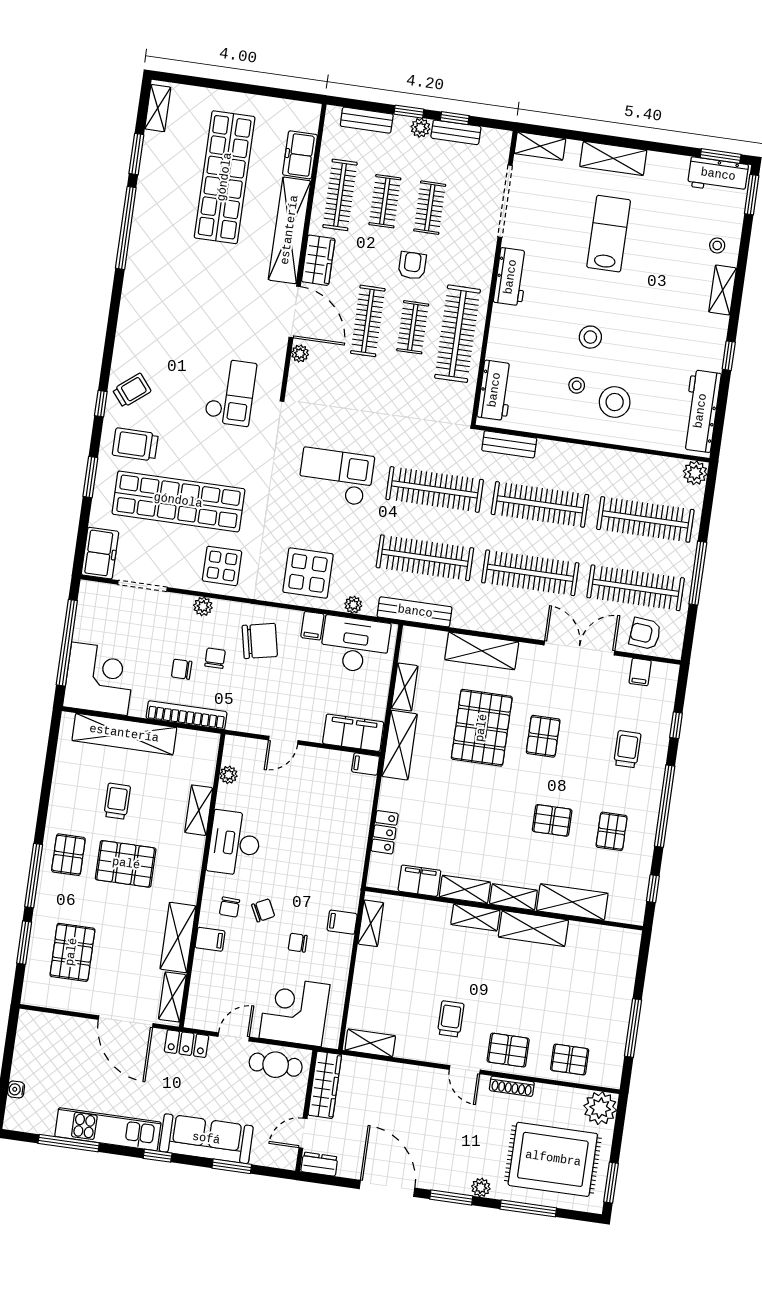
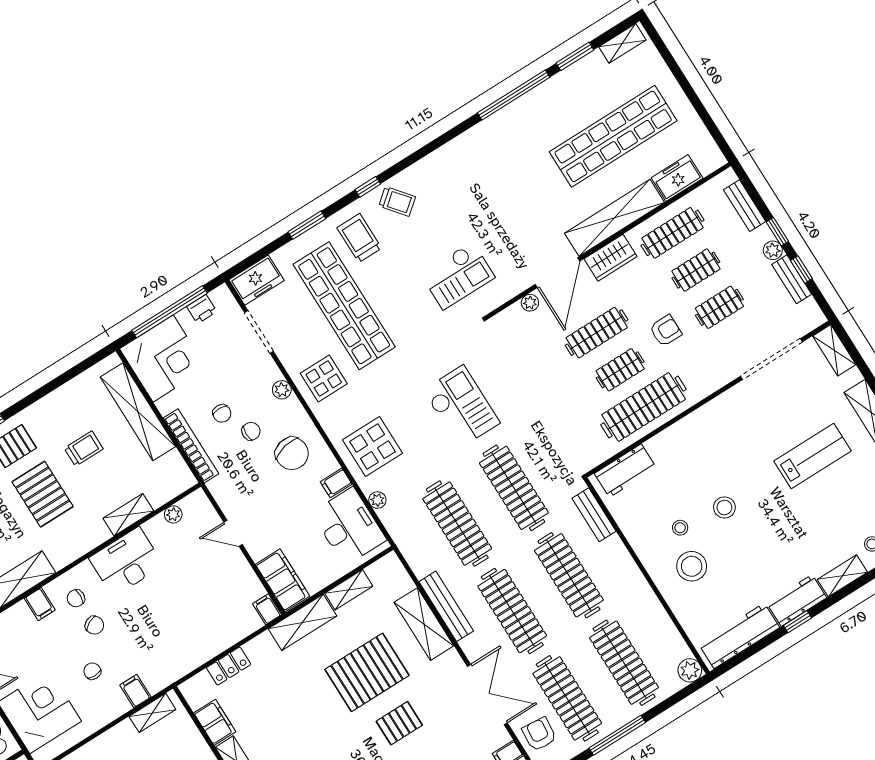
workbench: (511, 277) -> (797, 601), moved, turned 180
bench: (415, 612) -> (446, 606), moved
printer: (86, 615) -> (202, 309), added
chair: (182, 669) -> (222, 413), turned 180

